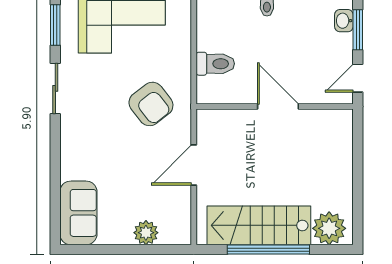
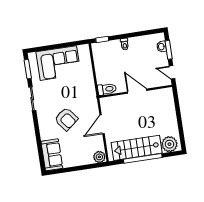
toilet: (215, 64) -> (107, 89), moved
door: (358, 78) -> (172, 72), hinge flipped
armchair: (151, 104) -> (66, 119), moved
plant: (146, 233) -> (99, 157), moved

